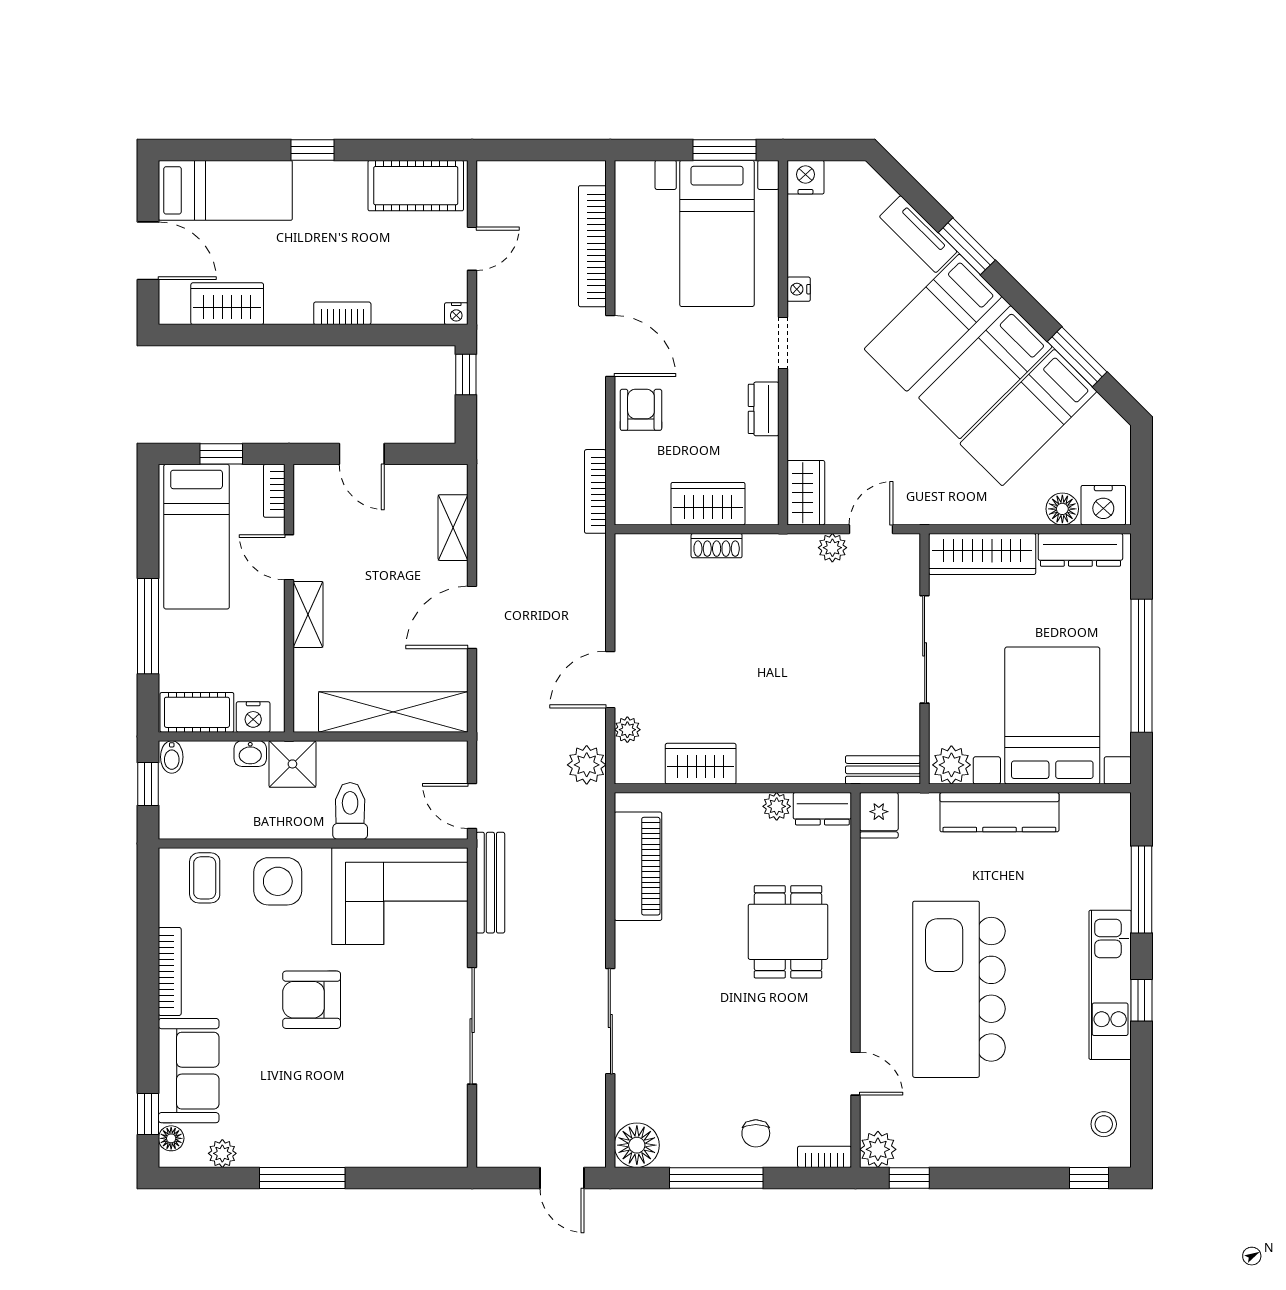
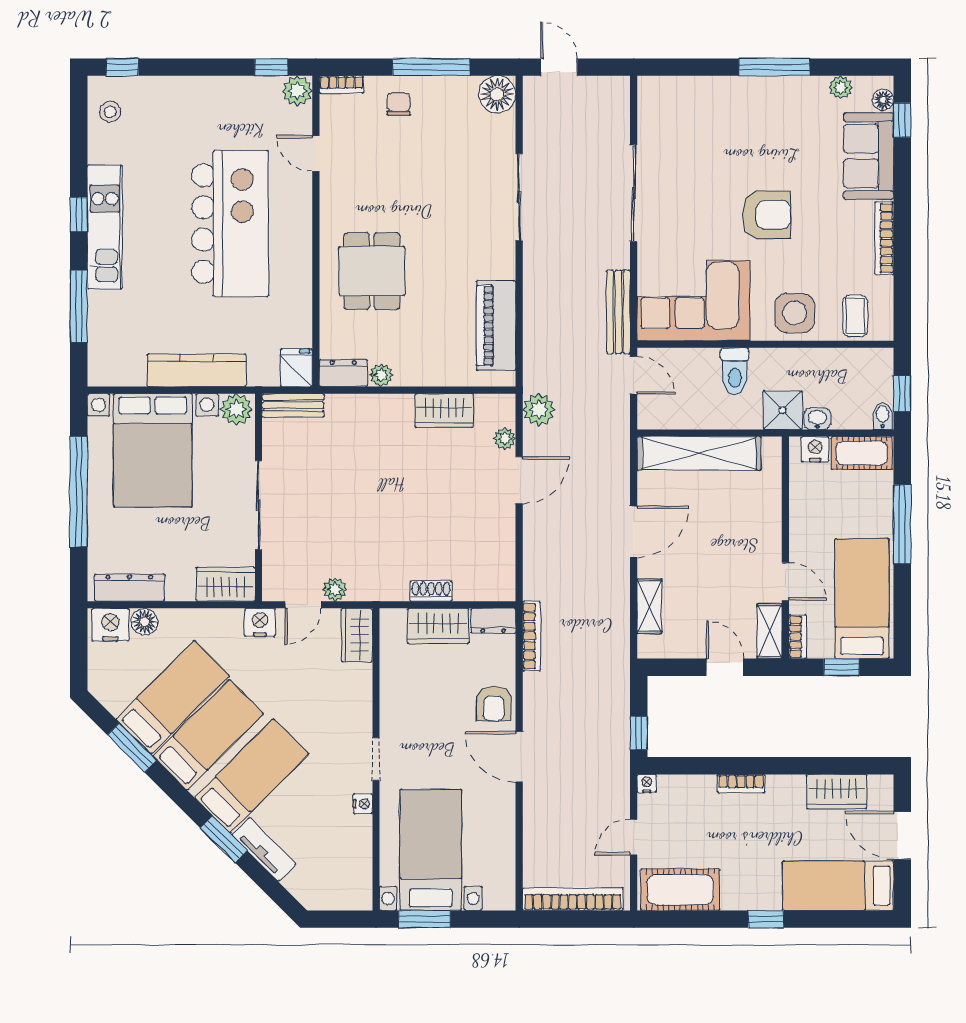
nightstand: (806, 177) -> (260, 622), moved, turned 180
bookcase: (592, 246) -> (573, 899), moved, turned -90
dresser: (764, 409) -> (493, 621), moved, turned 90
wardrobe: (982, 554) -> (226, 584), width x0.67
shelving: (308, 614) -> (770, 631), moved

